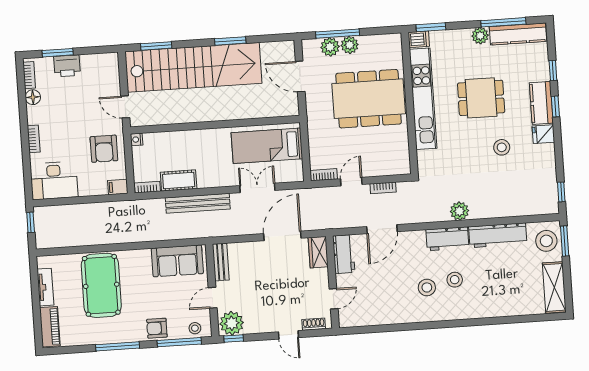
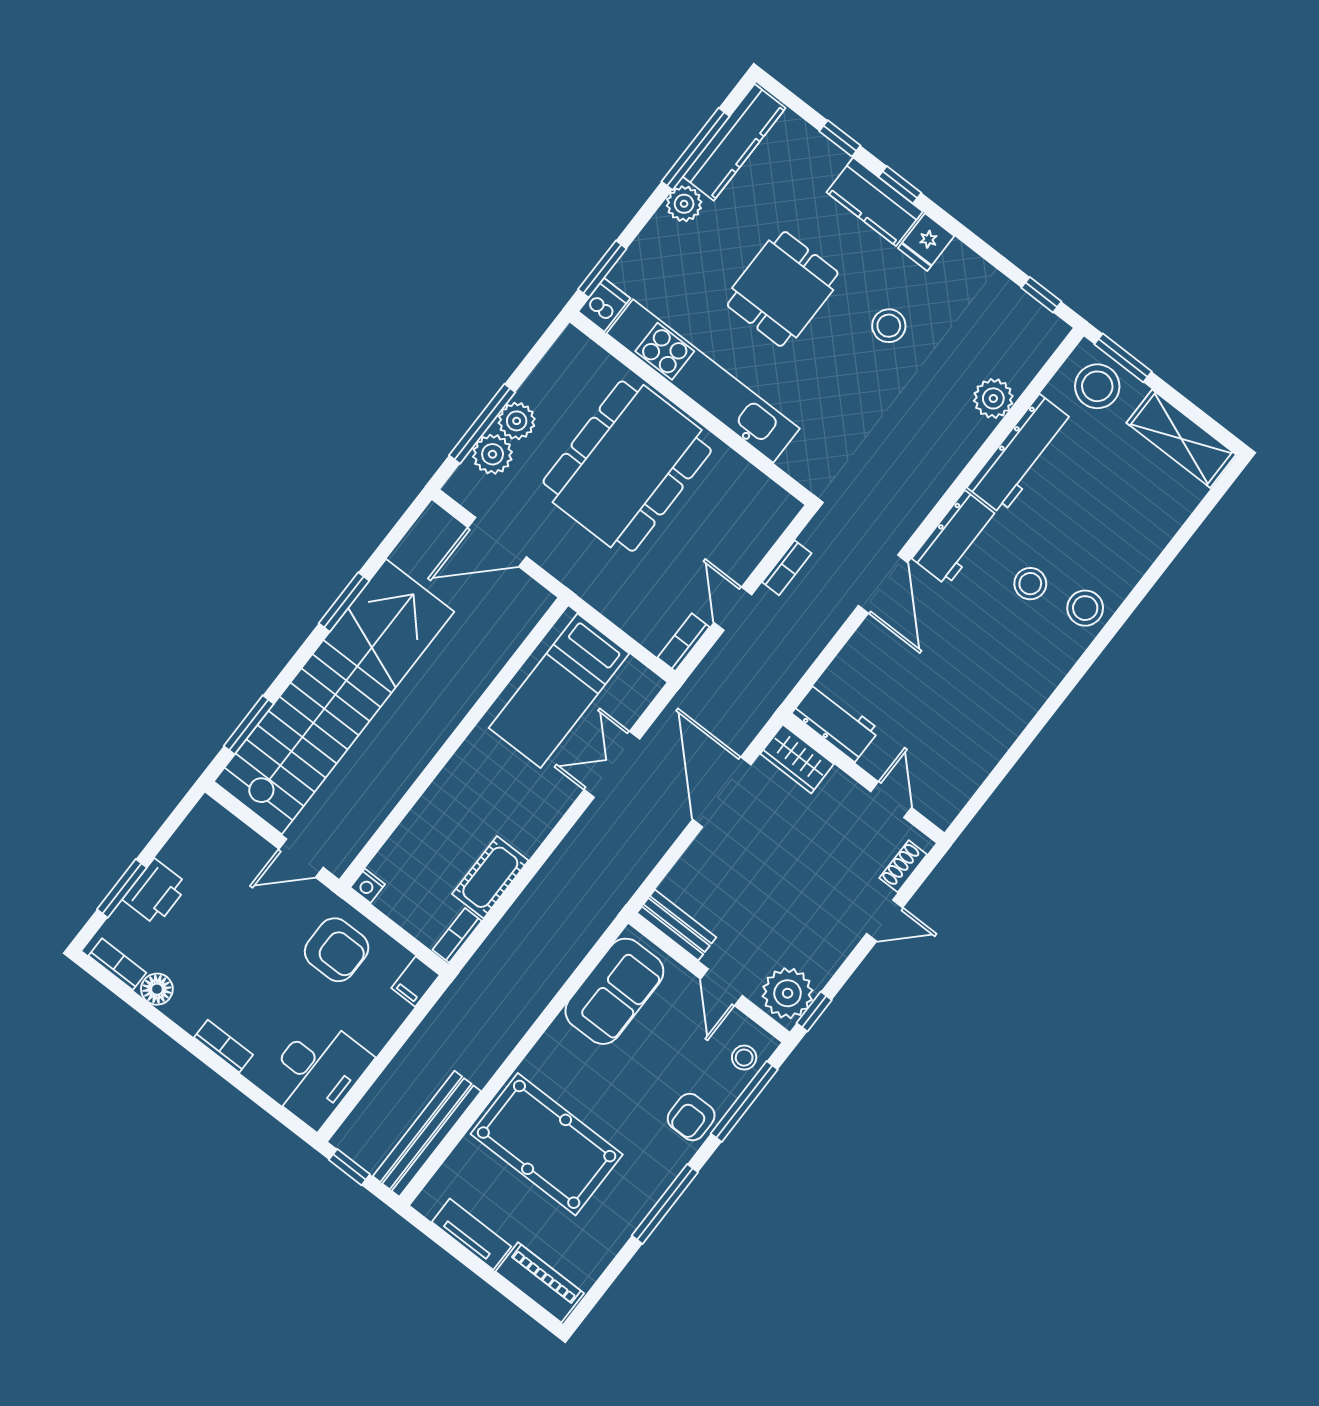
bench: (198, 203) -> (427, 1134), moved
plant: (459, 211) -> (993, 398), moved
door: (382, 229) -> (883, 584), moved
stool: (427, 287) -> (1085, 608), moved

